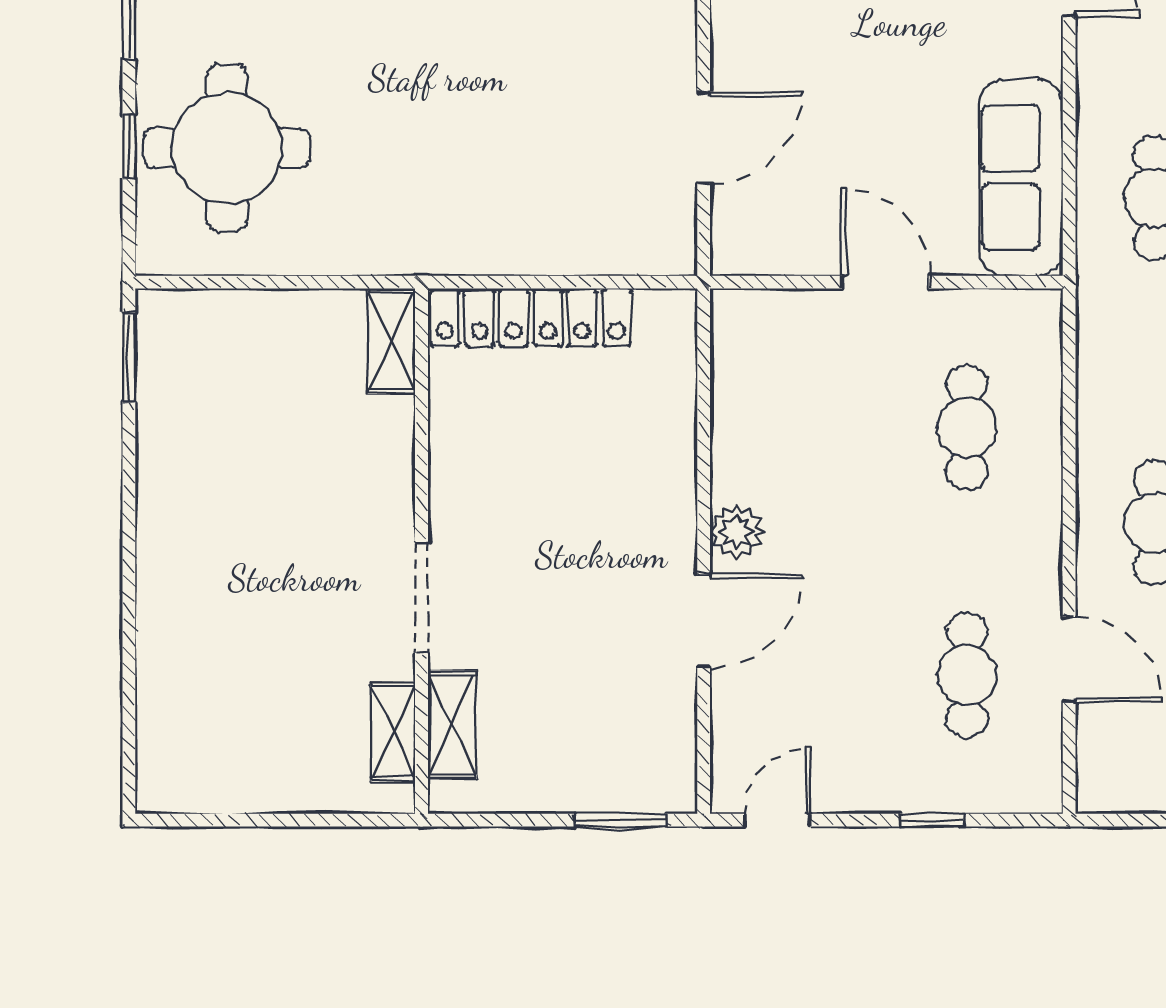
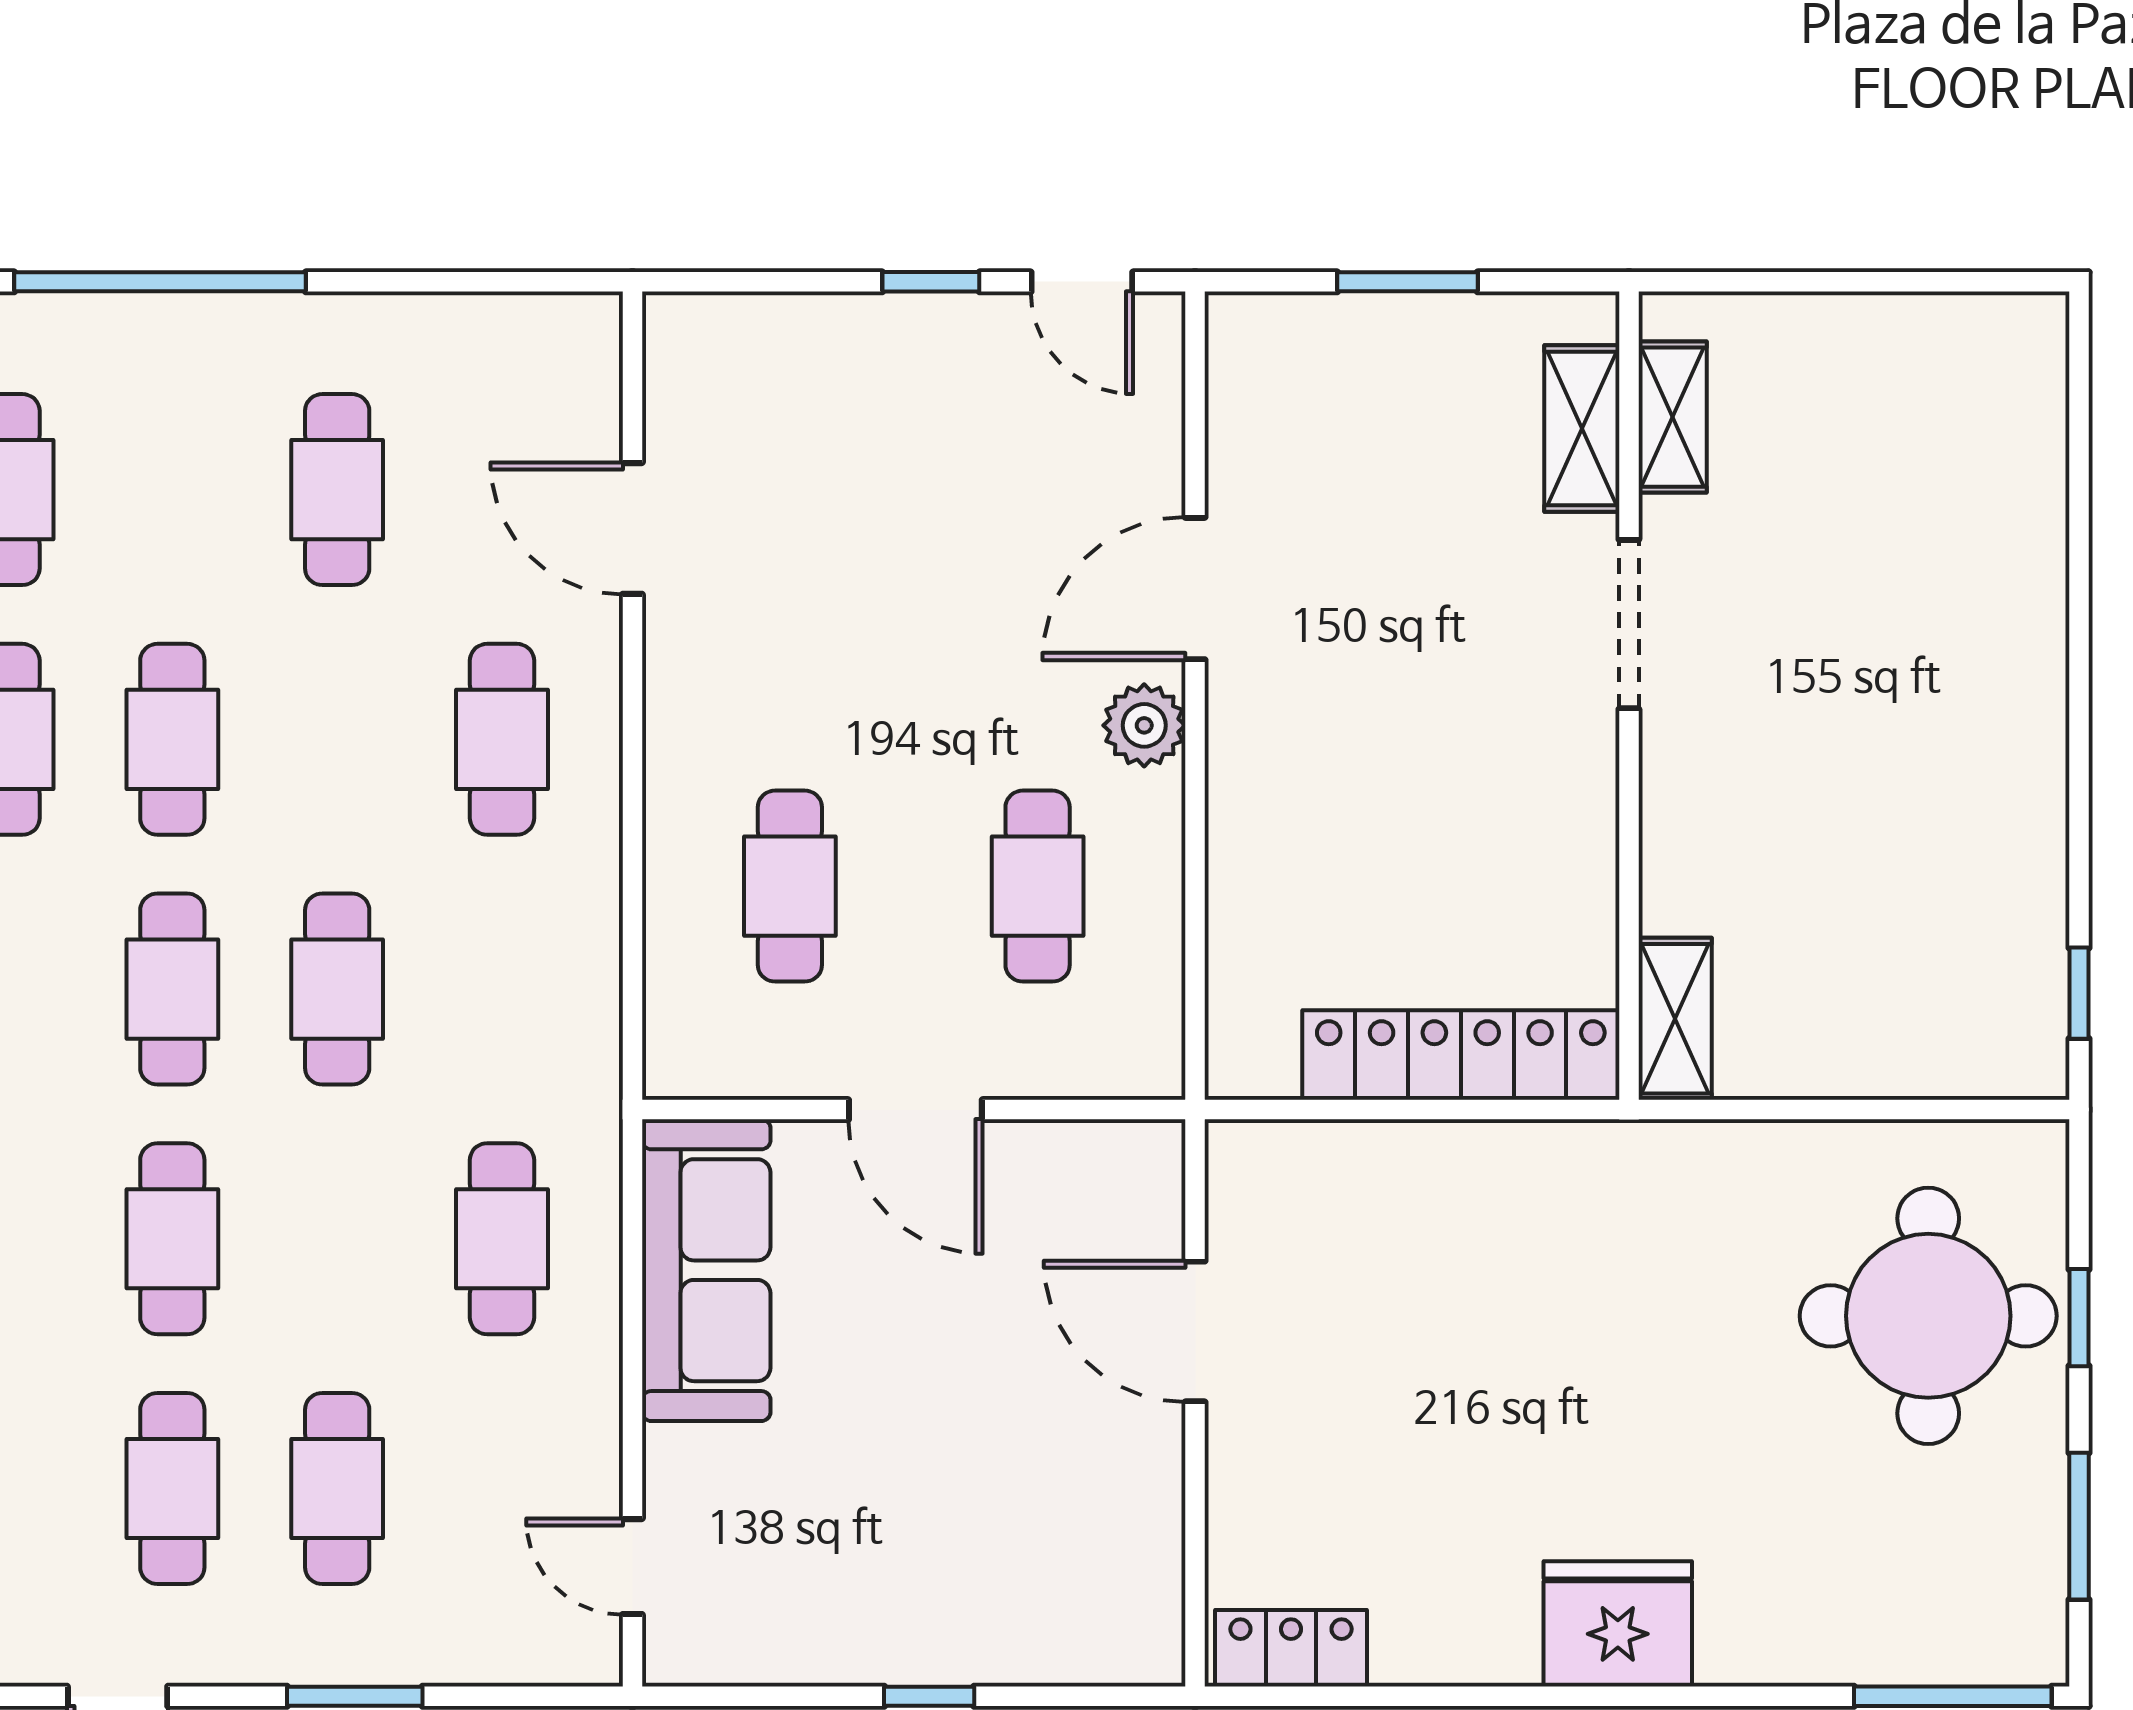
door: (704, 138) -> (1195, 1331), hinge flipped
window: (129, 358) -> (2079, 993), width x0.67
cafe table: (967, 675) -> (1038, 886), moved
window: (620, 820) -> (1407, 282), moved
door: (777, 820) -> (1082, 282), hinge flipped
window: (932, 820) -> (931, 282), moved

